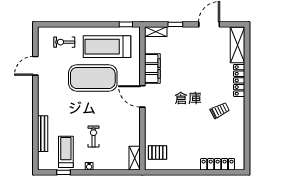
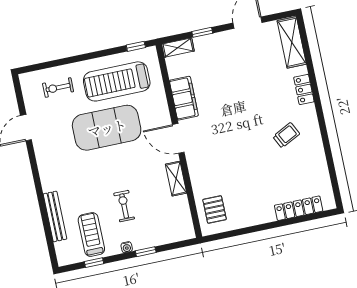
locker: (239, 80) -> (304, 89), width x0.66
pallet: (157, 153) -> (215, 209), turned 90
shelving: (135, 158) -> (176, 179), moved
window: (102, 172) -> (146, 252), added

